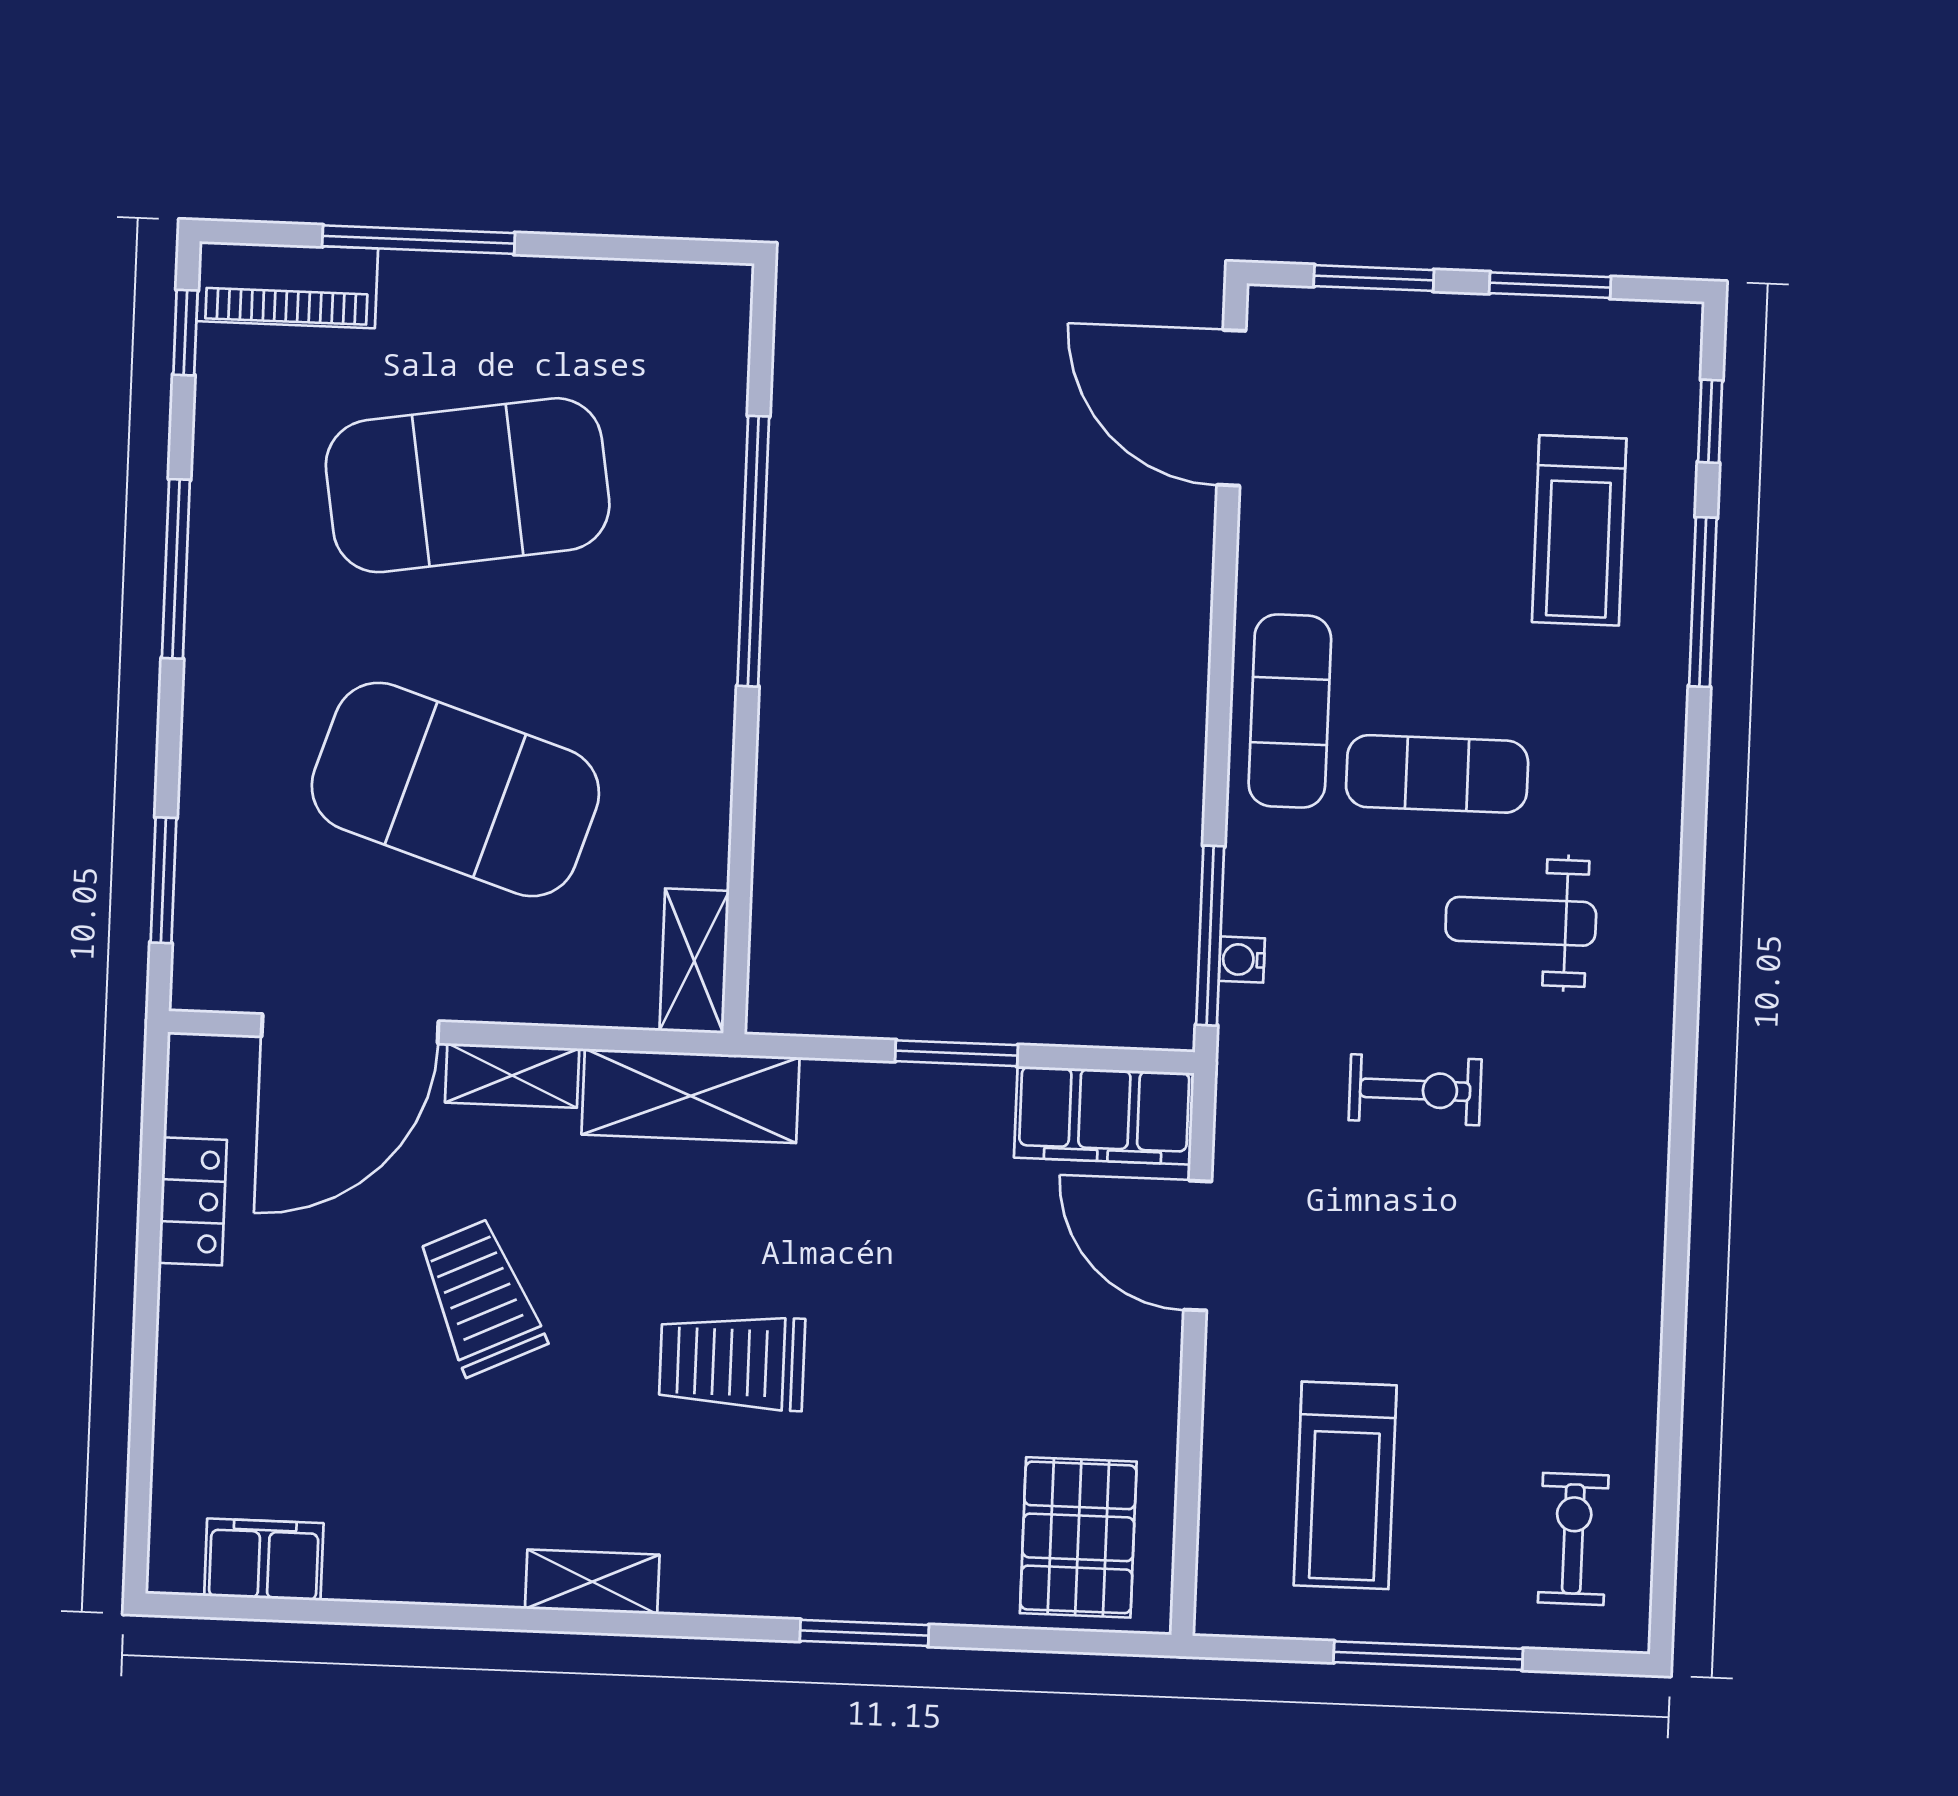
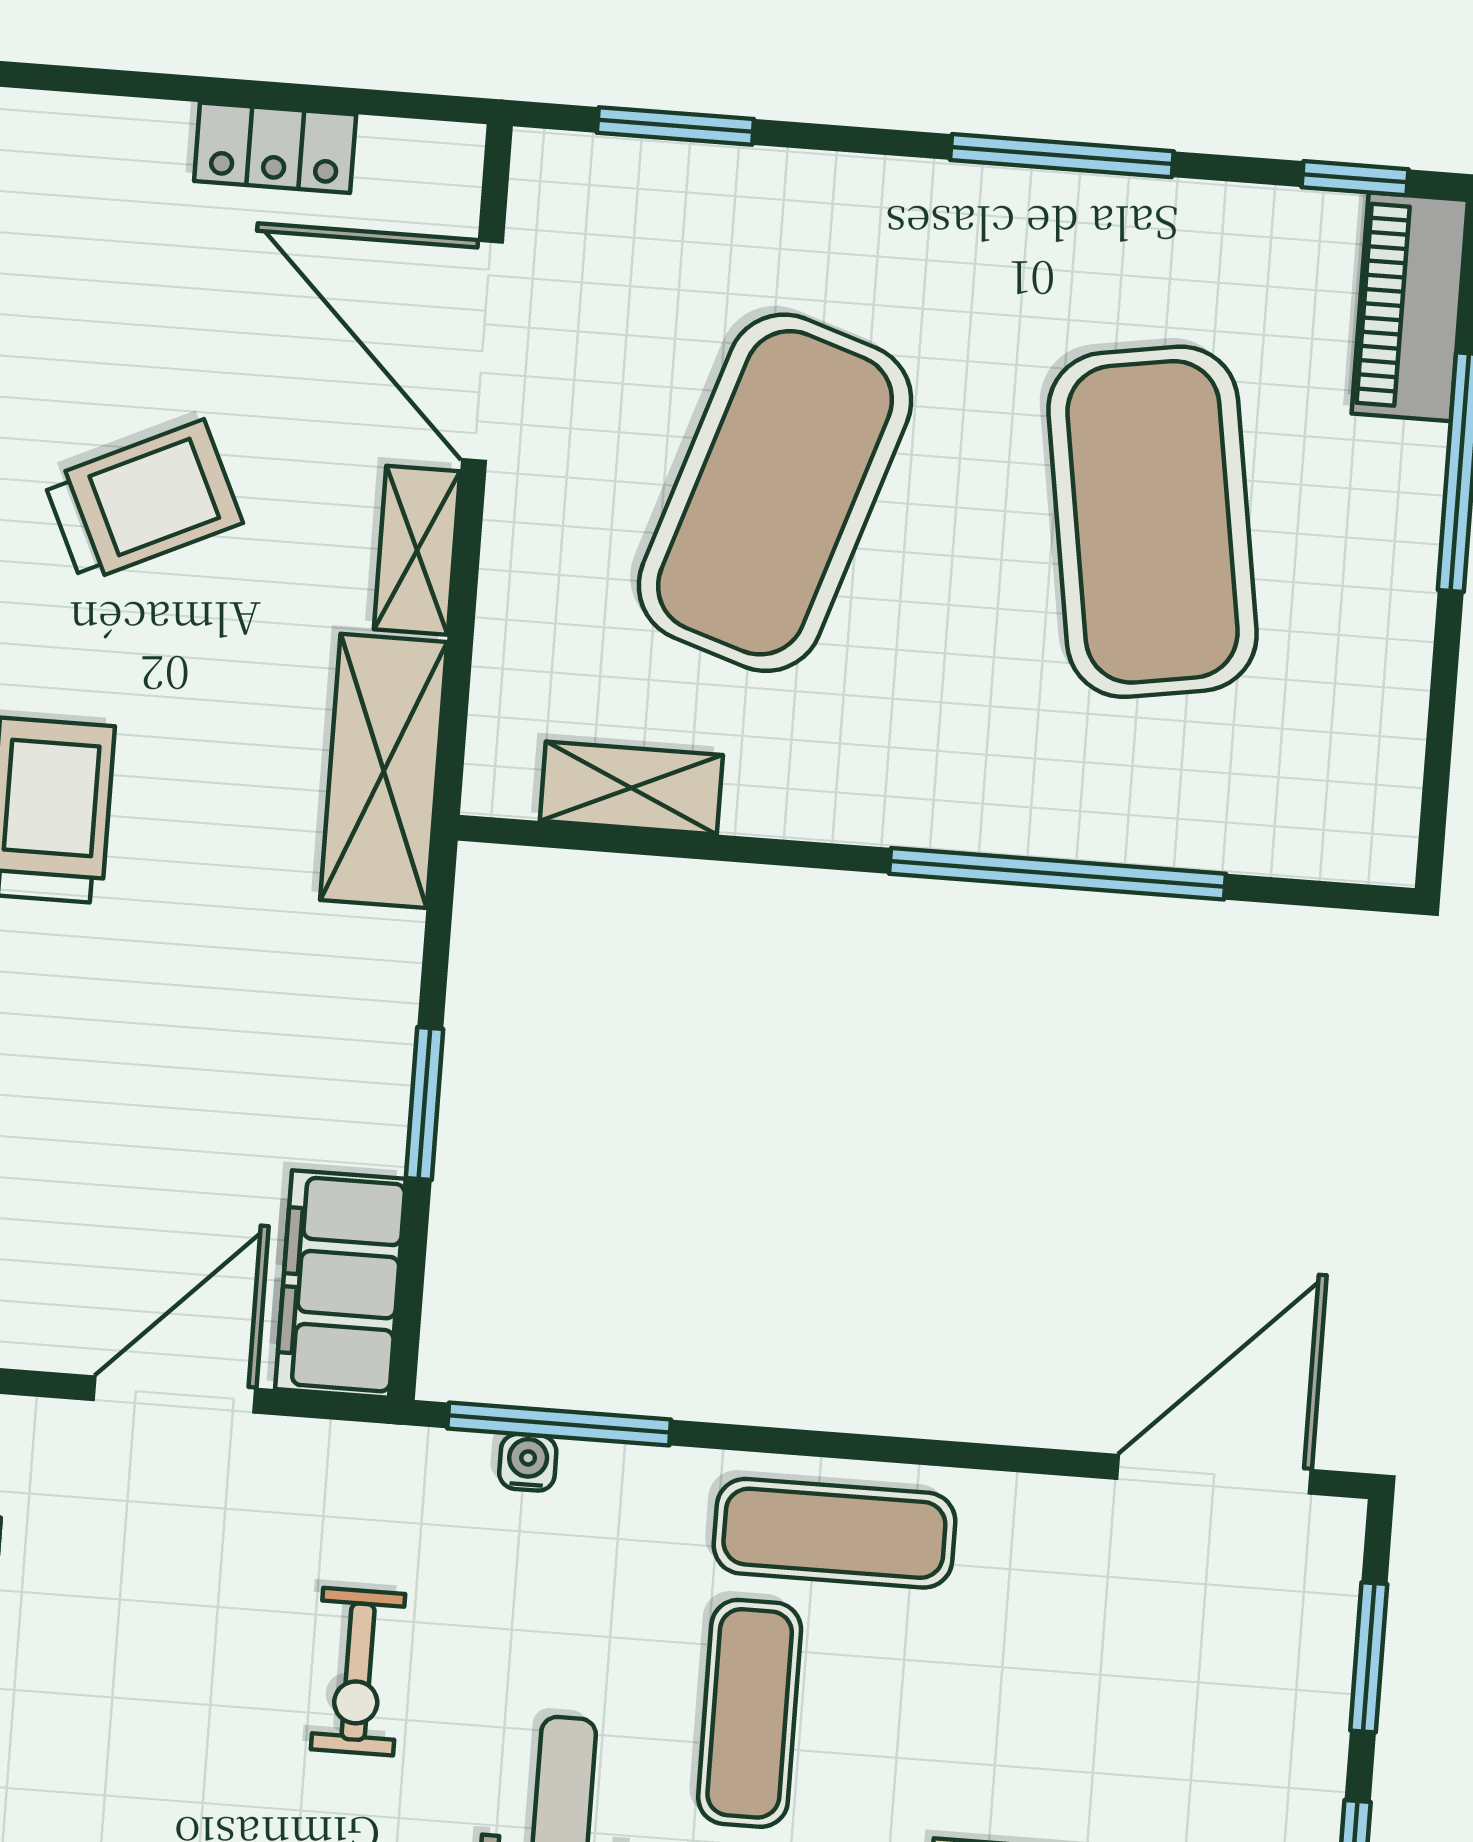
shelving: (694, 961) -> (631, 788), moved

